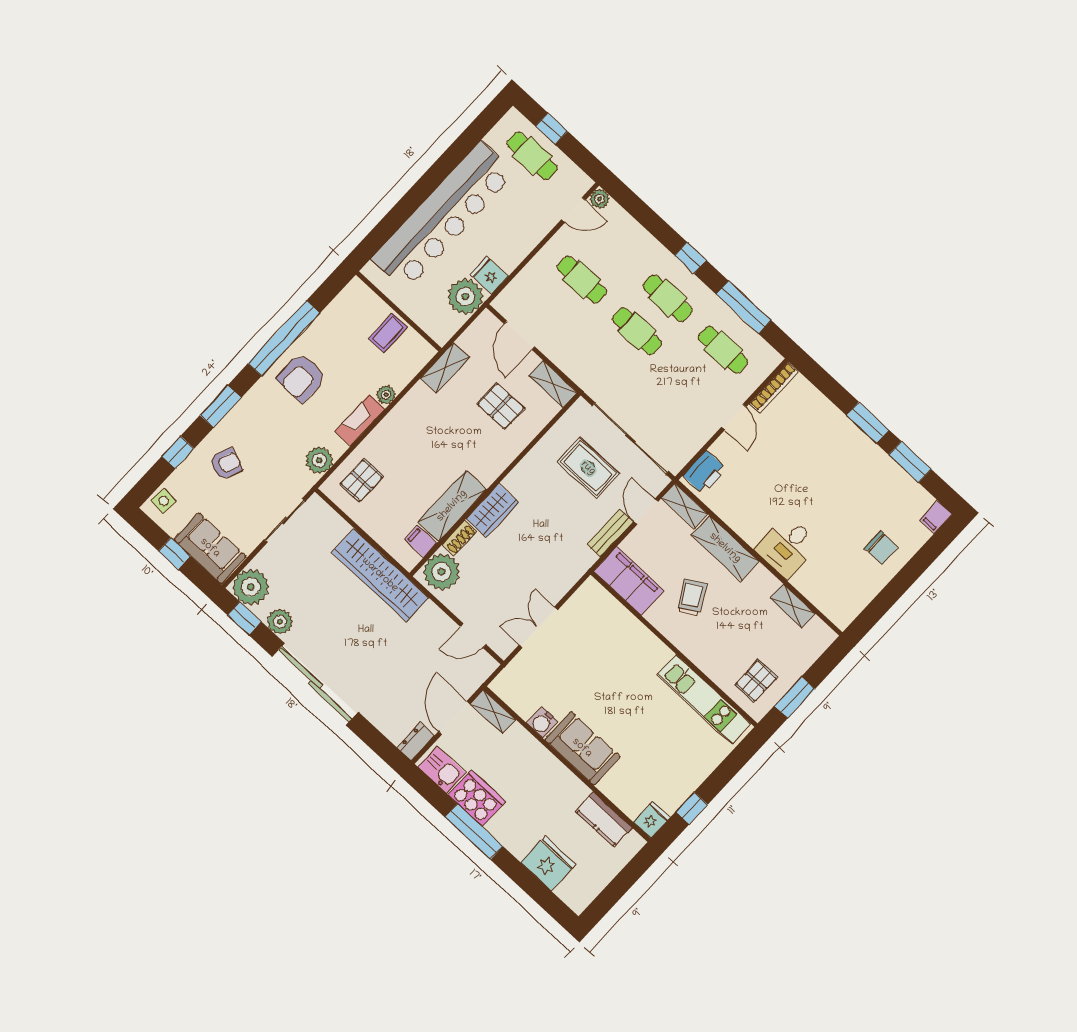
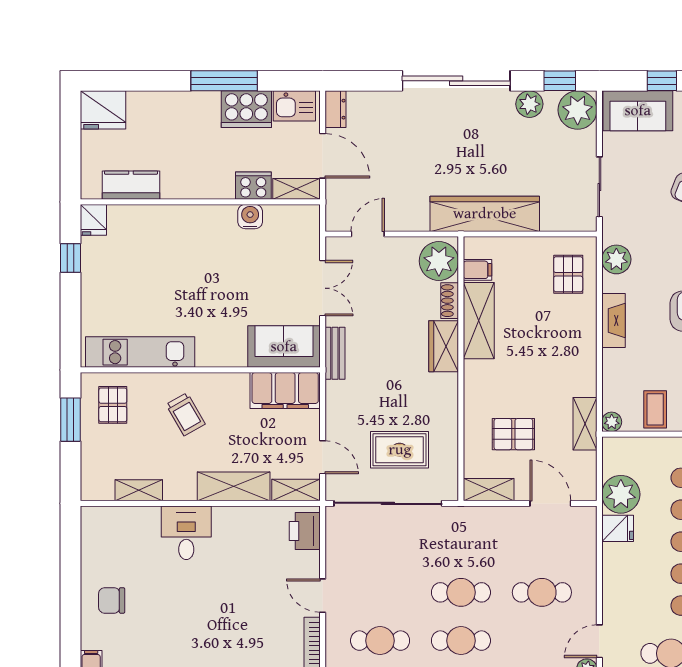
plant: (386, 395) -> (612, 422), moved
bench: (610, 533) -> (335, 353), moved
trolley: (692, 598) -> (186, 414), moved
cooker: (521, 741) -> (253, 186), added
sofa: (582, 748) -> (284, 347), moved, turned 180
fridge: (548, 864) -> (103, 110), moved

